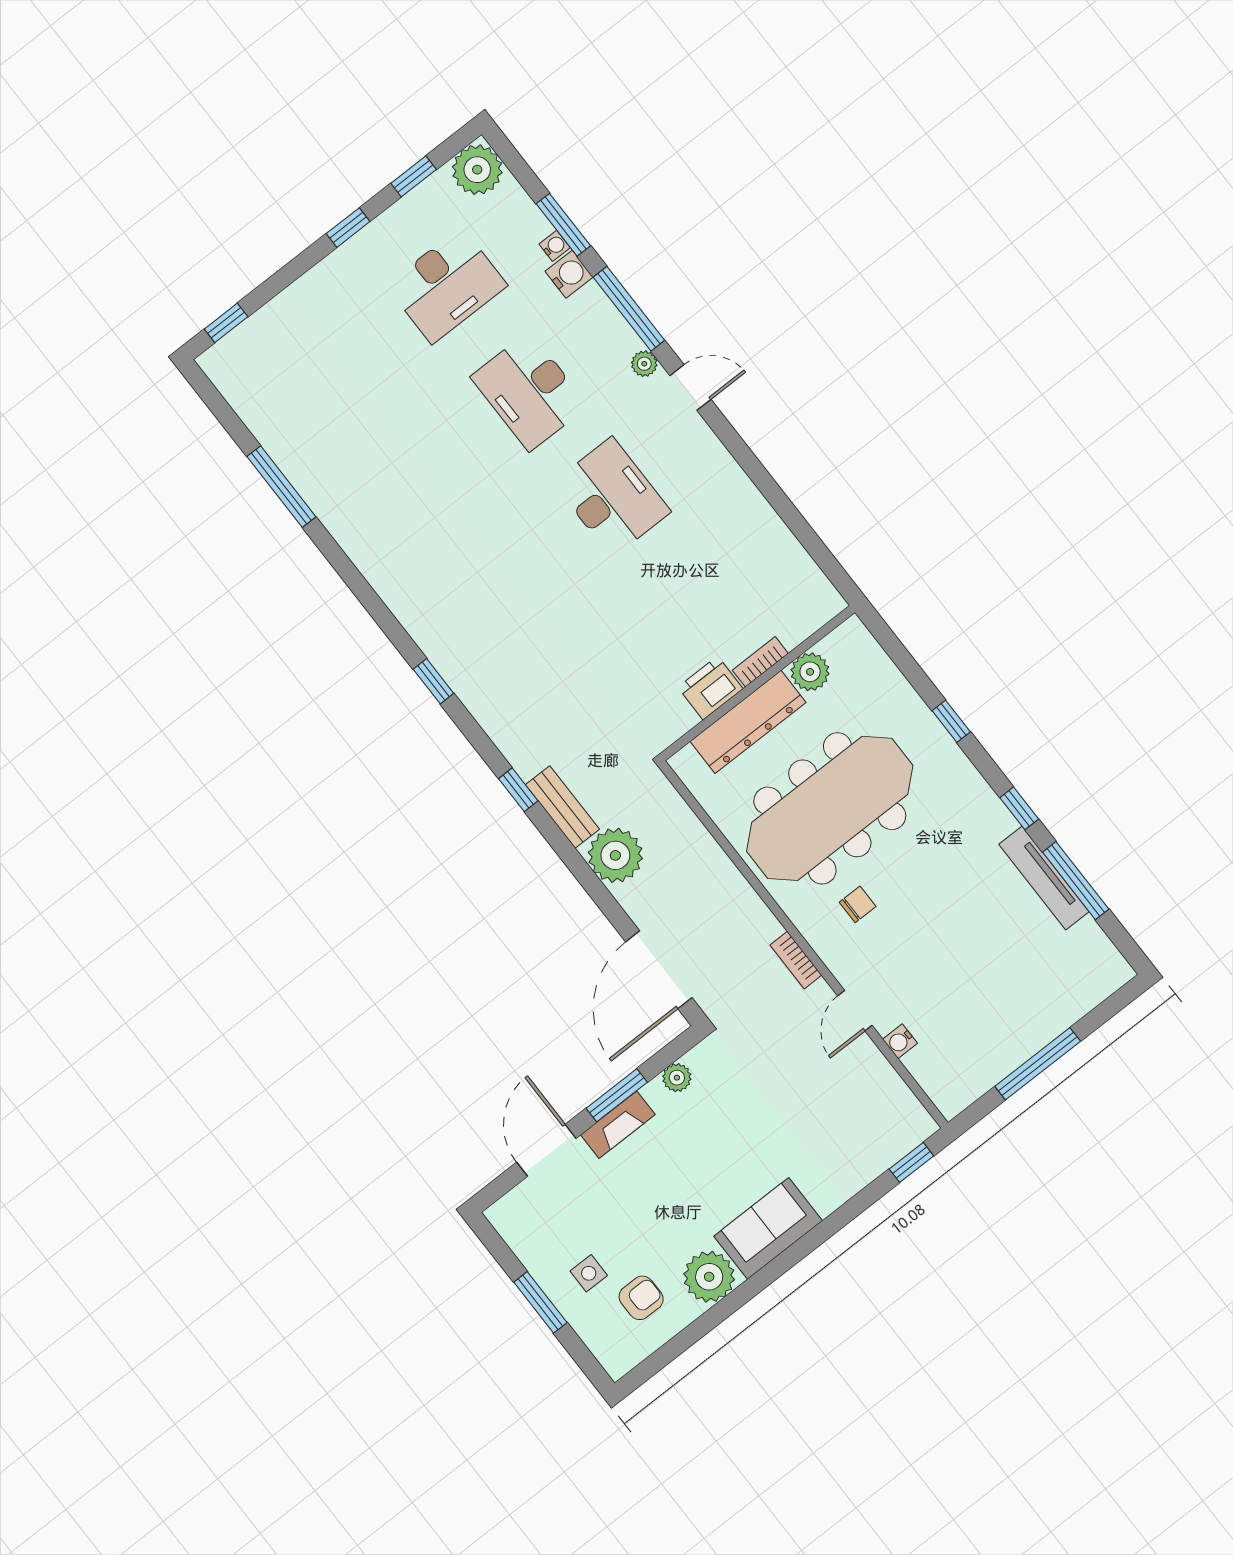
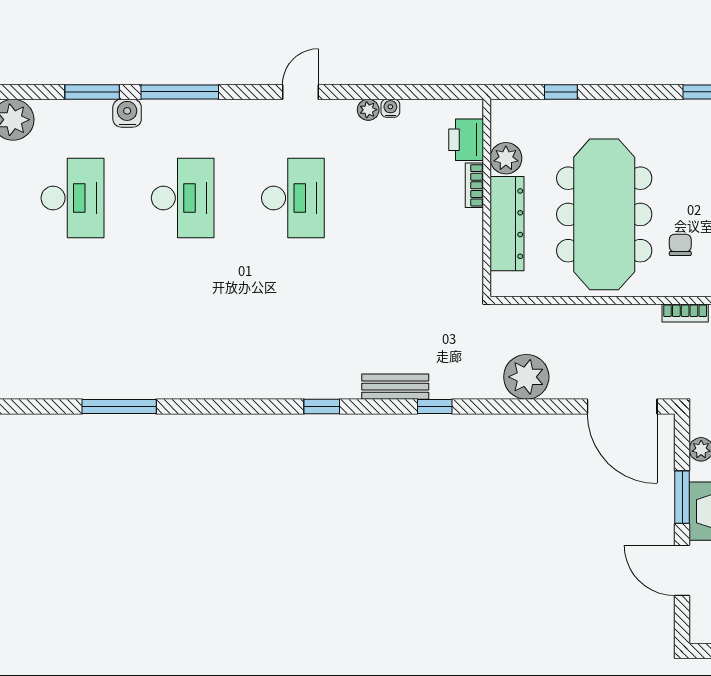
water cooler: (555, 246) -> (390, 108), moved
plant: (644, 364) -> (368, 110), moved
door: (690, 387) -> (301, 92), moved
desk: (529, 391) -> (183, 198), turned -90
desk: (612, 497) -> (293, 198), turned 90
printer: (710, 688) -> (466, 140), moved
window: (951, 721) -> (561, 92), moved
bench: (562, 807) -> (395, 387), moved

